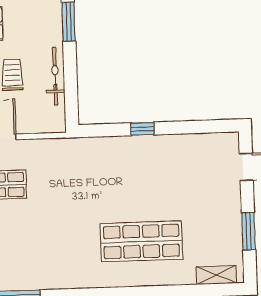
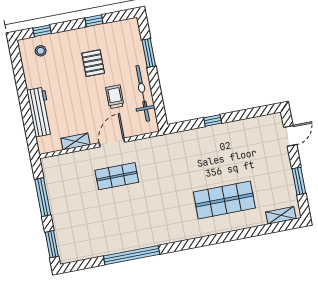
bicycle: (55, 76) -> (143, 93), width x1.37, depth x1.40

